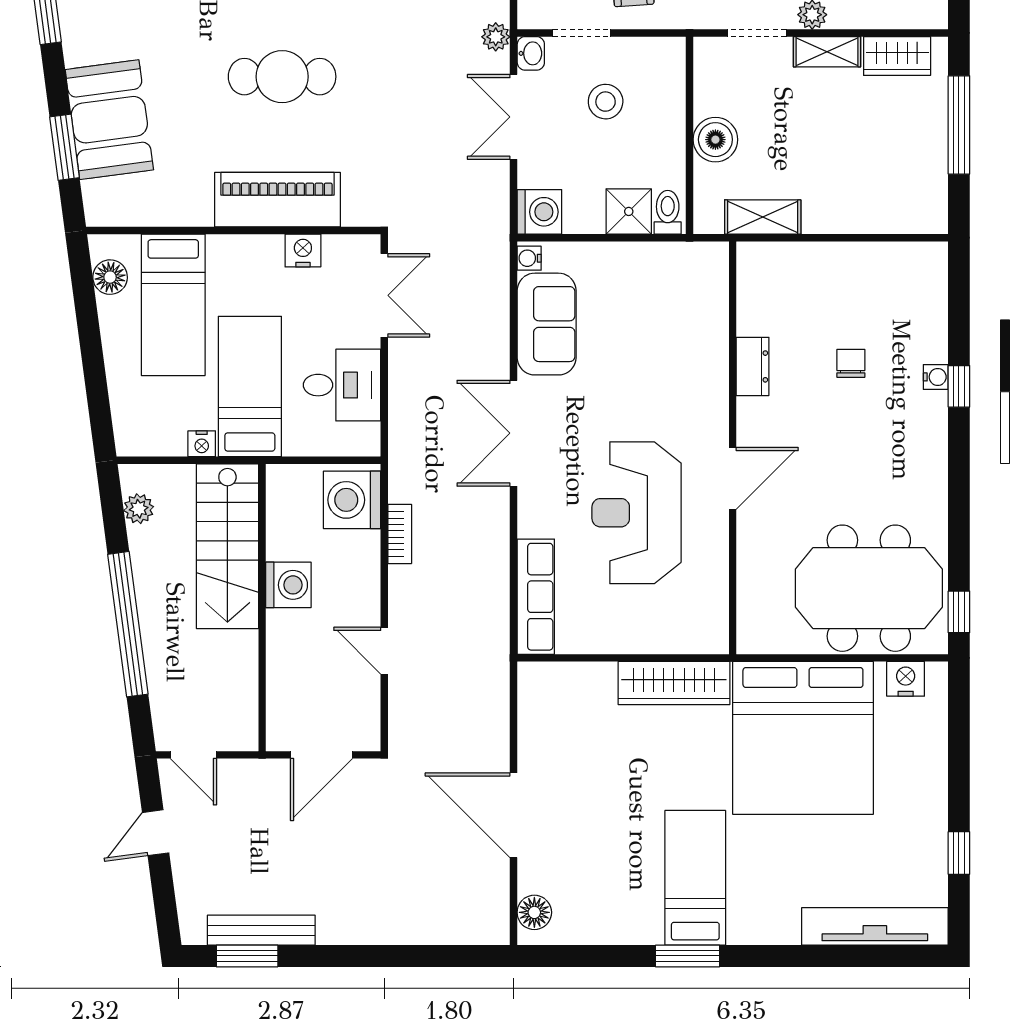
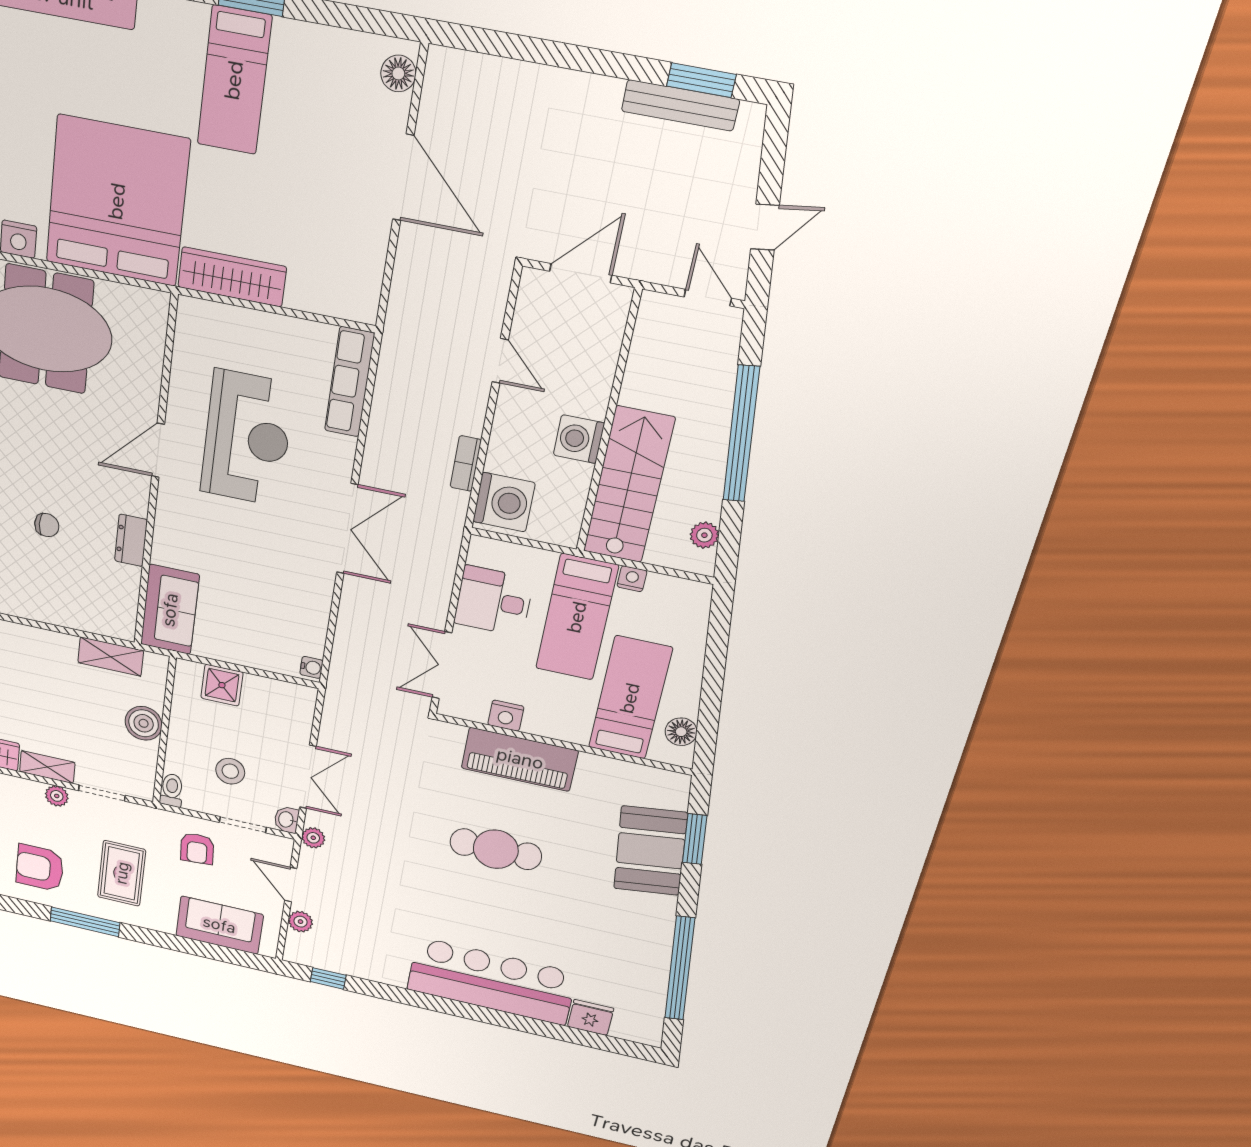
washing machine: (539, 212) -> (297, 701), removed
toilet: (668, 212) -> (172, 790), moved, turned 180
sofa: (547, 324) -> (170, 610), moved, turned 180
chair: (851, 363) -> (47, 525), turned -90

